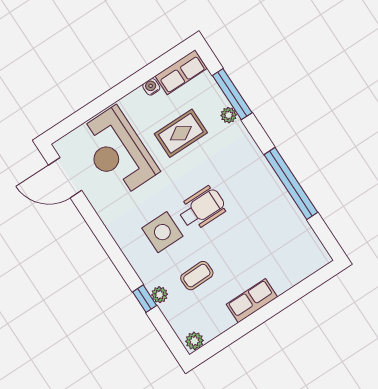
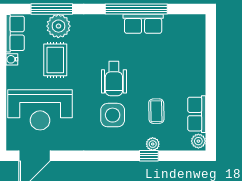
plant: (229, 115) -> (58, 26), width x1.87, depth x1.87
row of seats: (280, 201) -> (143, 24), added
wheelchair: (202, 208) -> (114, 79), turned 180
row of seats: (252, 301) -> (197, 114), moved

